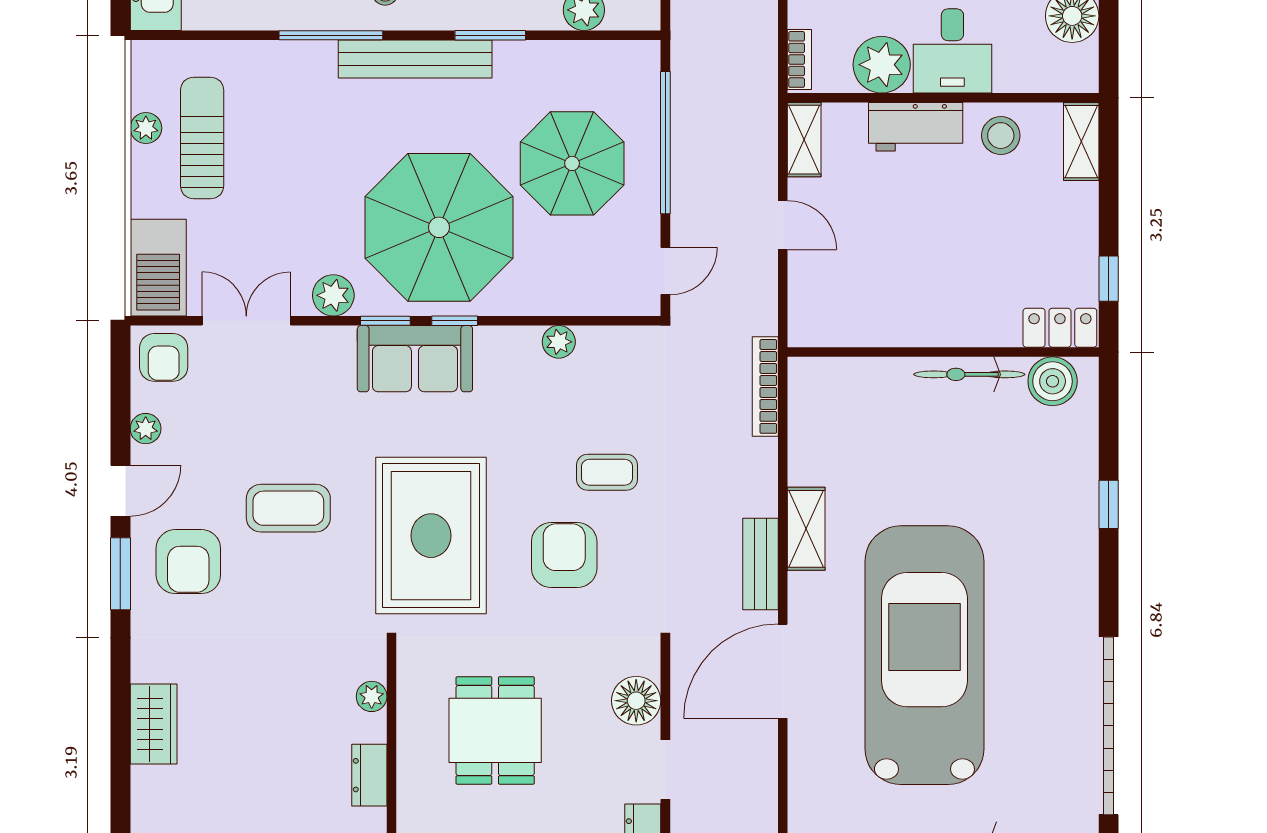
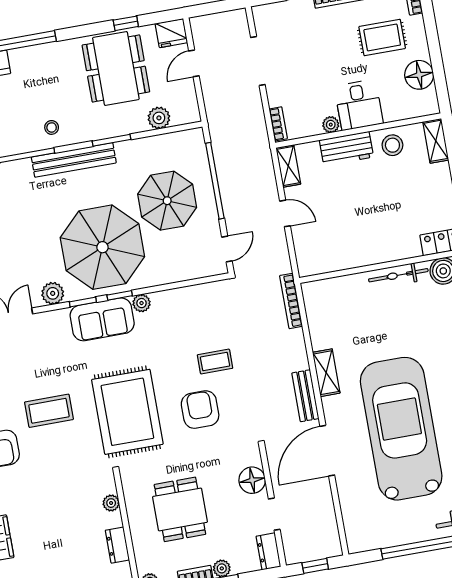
plant: (882, 65) -> (331, 125), width x0.53, depth x0.53
plant: (559, 342) -> (142, 303), moved

